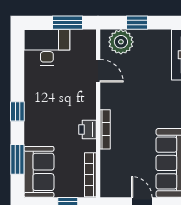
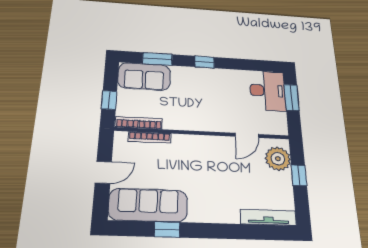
window: (67, 23) -> (292, 98), moved
bookcase: (105, 129) -> (149, 137), moved
printer: (87, 130) -> (186, 122), removed

